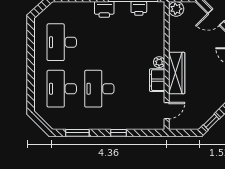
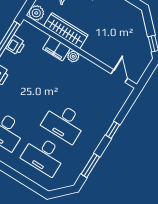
wardrobe: (177, 73) -> (66, 31), moved
filing cabinet: (157, 80) -> (57, 49), moved

